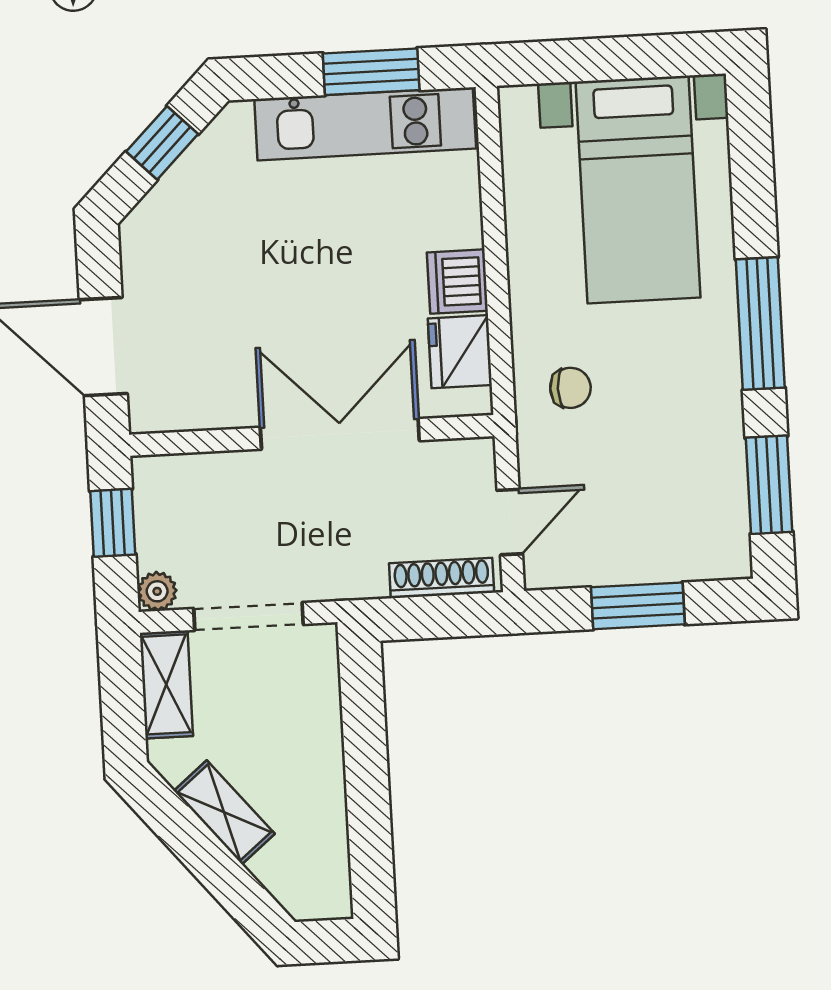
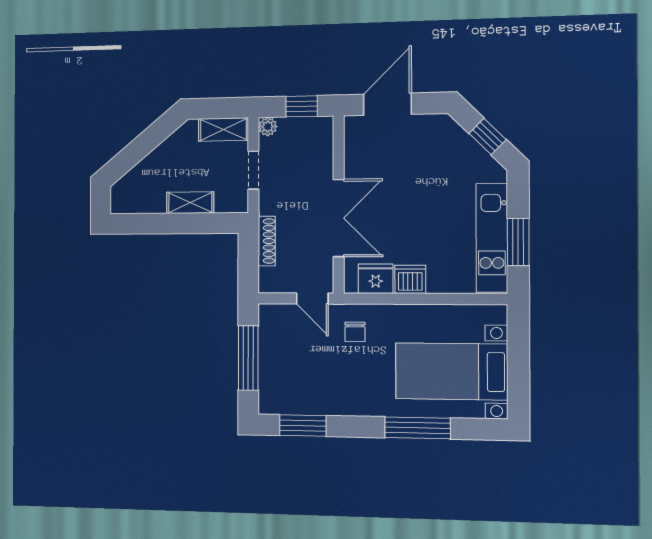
window: (760, 324) -> (418, 428), moved
door: (510, 522) -> (312, 299), moved
shoe rack: (442, 578) -> (267, 241), moved
window: (638, 606) -> (248, 358), width x1.44
doorway: (249, 616) -> (253, 170), width x0.73
shelving: (224, 812) -> (190, 203), moved, turned 40

